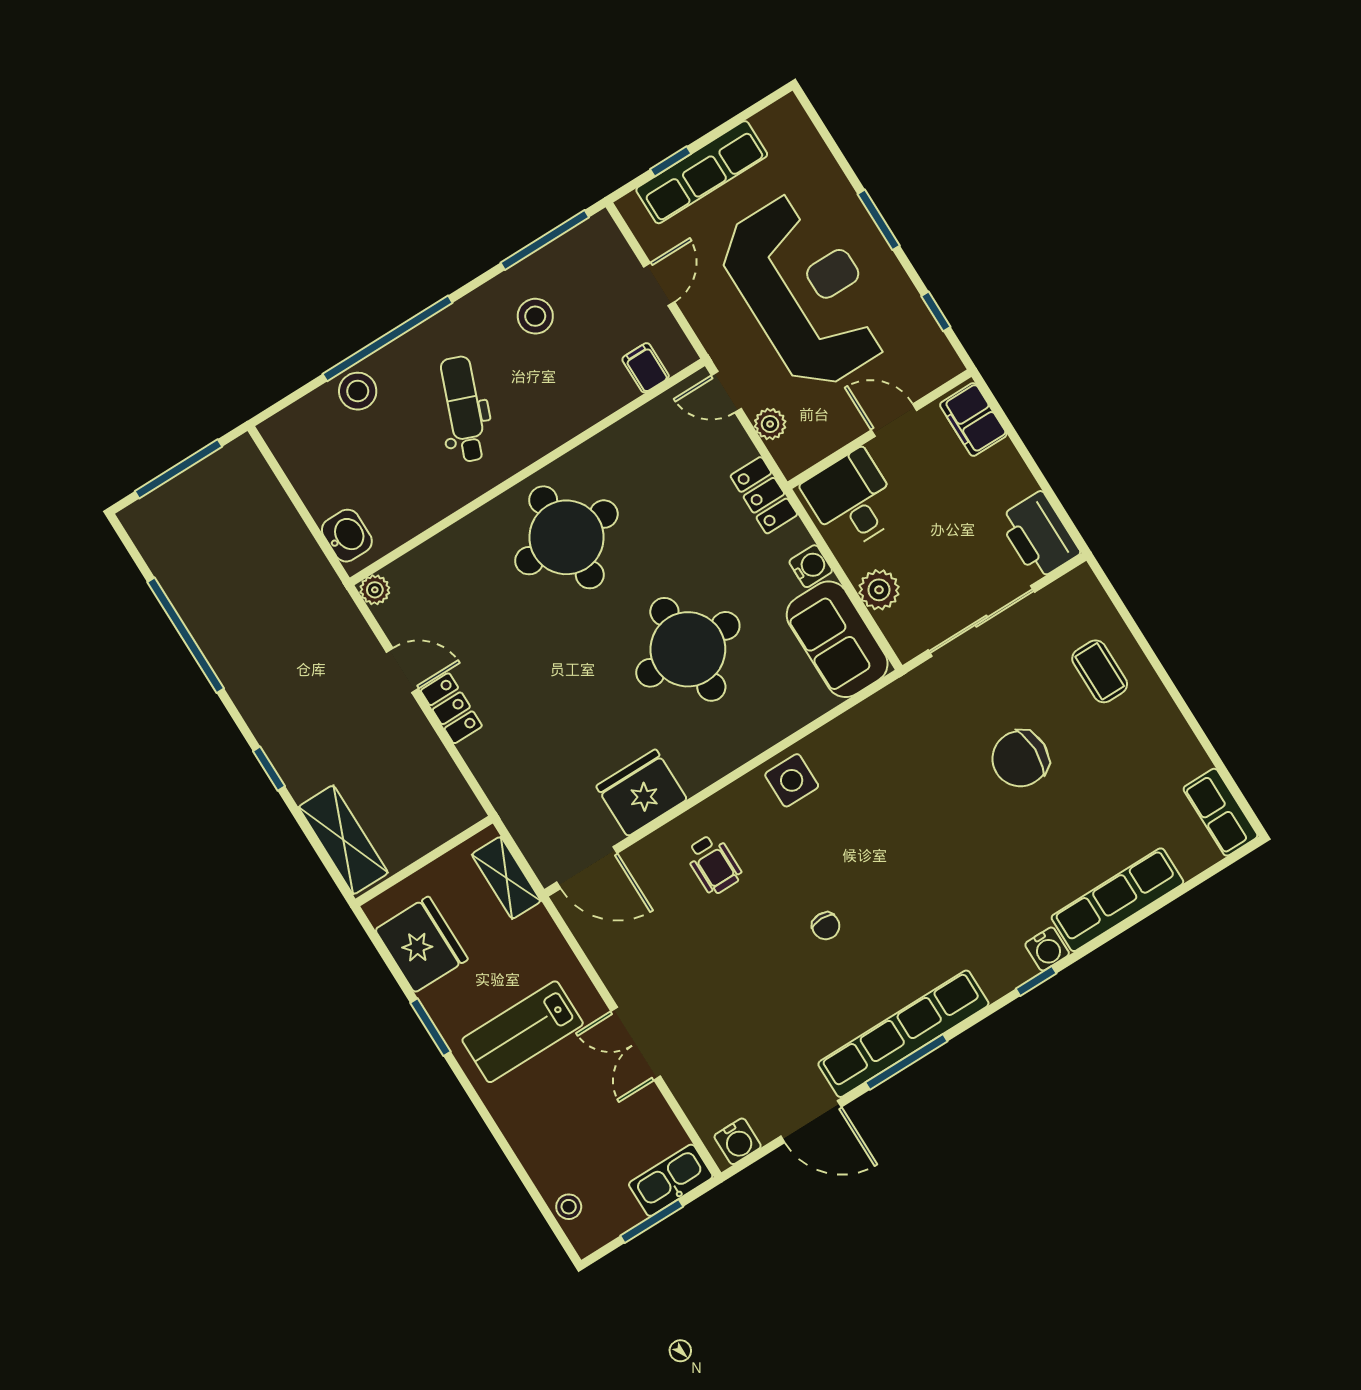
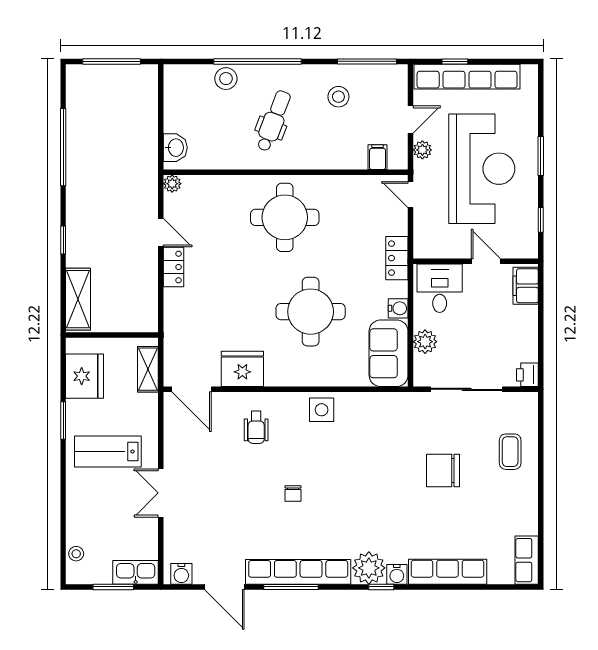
row of seats: (702, 172) -> (467, 77), width x1.36
plant: (770, 424) -> (422, 150), moved
printer: (1039, 536) -> (527, 375), width x0.53, depth x0.68
plant: (1001, 965) -> (369, 568), added

